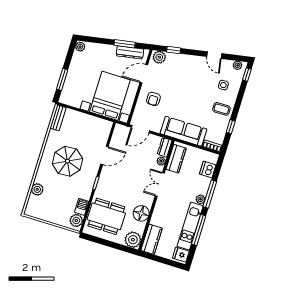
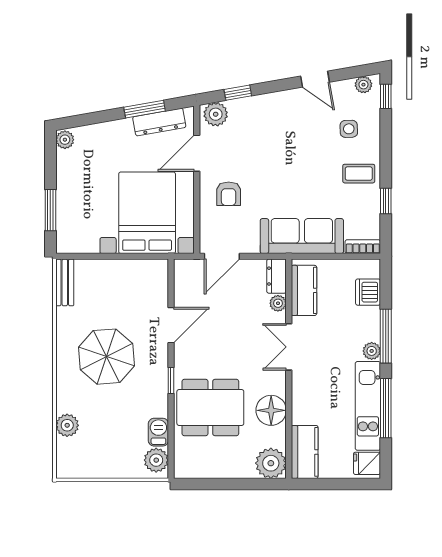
dining table: (106, 216) -> (210, 408), moved

